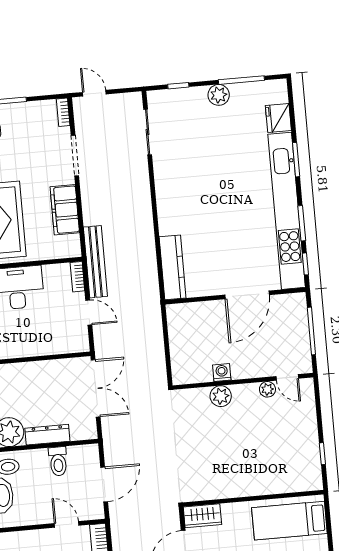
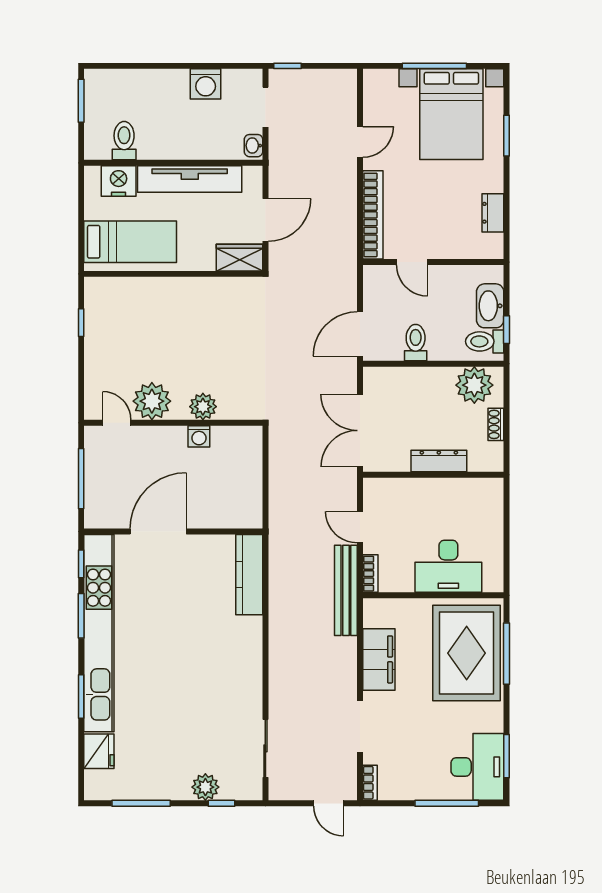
plant: (219, 95) -> (205, 787), moved
plant: (267, 389) -> (152, 401), width x1.88, depth x1.88
dresser: (47, 435) -> (439, 461), moved, turned 180
door: (104, 484) -> (360, 334), moved

